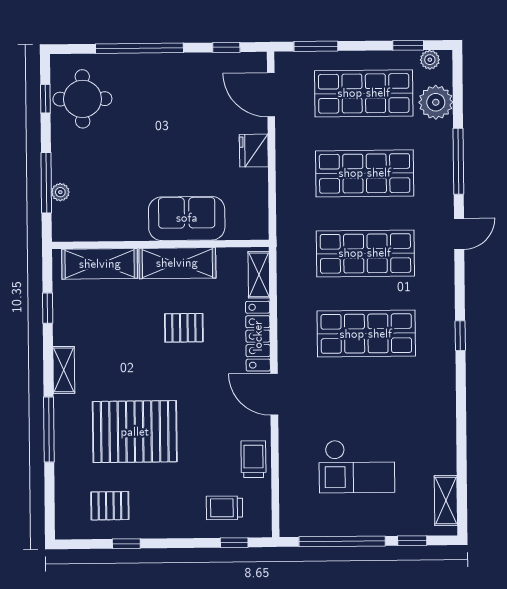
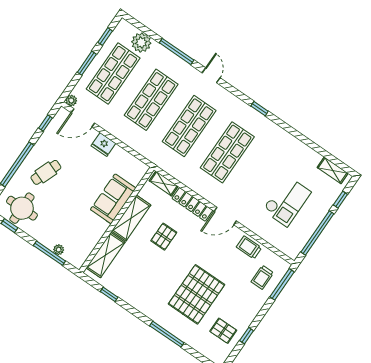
window: (316, 46) -> (87, 63), moved
plant: (430, 60) -> (71, 100), moved
cafe table: (157, 97) -> (46, 172), added
shelving: (64, 370) -> (144, 307), removed
pallet: (110, 506) -> (223, 331), turned 90
window: (234, 543) -> (282, 284), width x2.17

